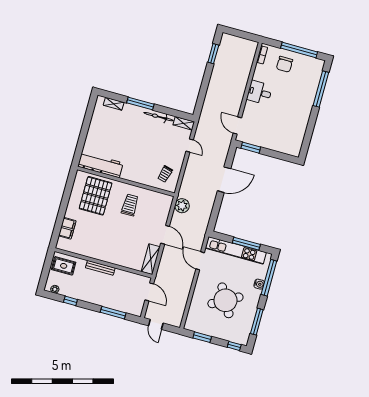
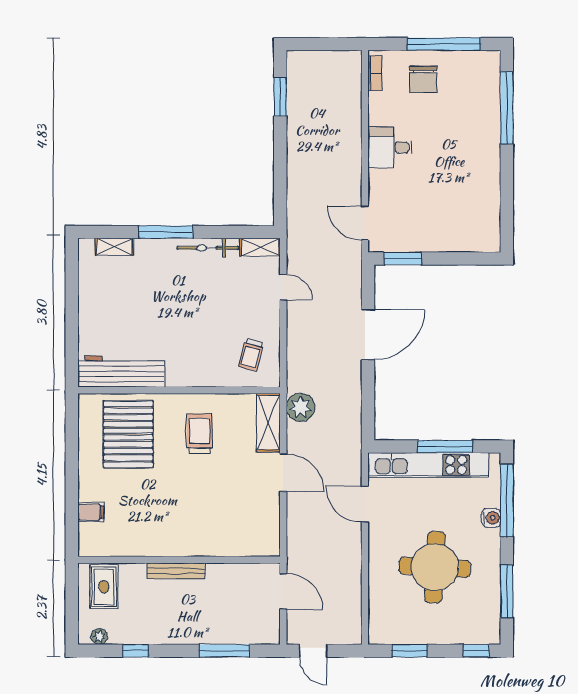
filing cabinet: (67, 228) -> (91, 512), width x0.50
shelving: (151, 259) -> (268, 423), moved
rug: (64, 266) -> (104, 587), turned 90
round table: (225, 300) -> (435, 567), turned 32

